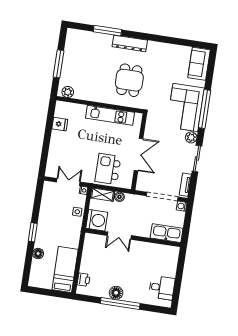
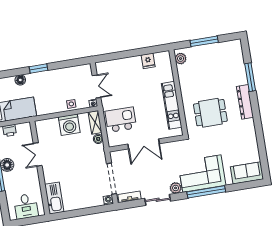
kitchen sink: (167, 233) -> (54, 198), moved
double door: (119, 236) -> (38, 154), moved
wall: (133, 238) -> (40, 168), moved

